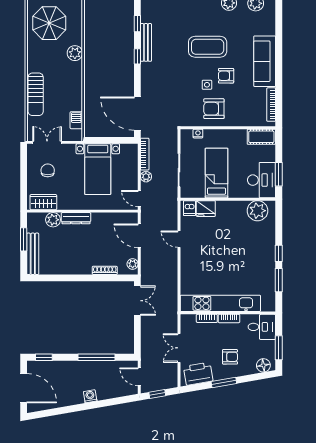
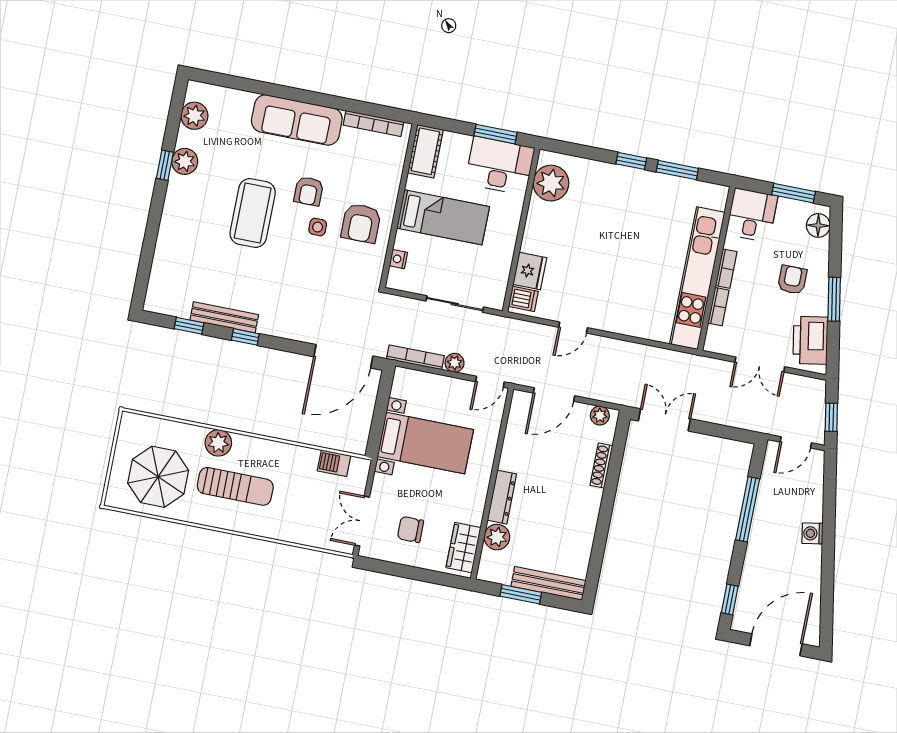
sun lounger: (36, 94) -> (235, 486), moved
bed: (217, 173) -> (443, 217), moved, turned 180

